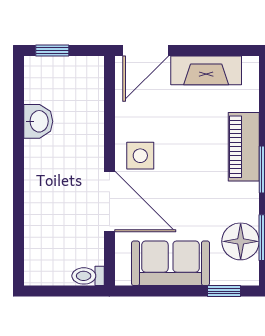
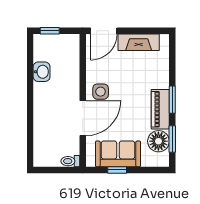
piano: (244, 147) -> (160, 109), moved
door: (109, 202) -> (83, 118), hinge flipped
window: (224, 291) -> (117, 170), moved

